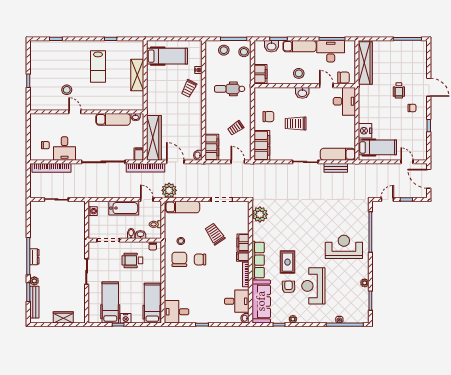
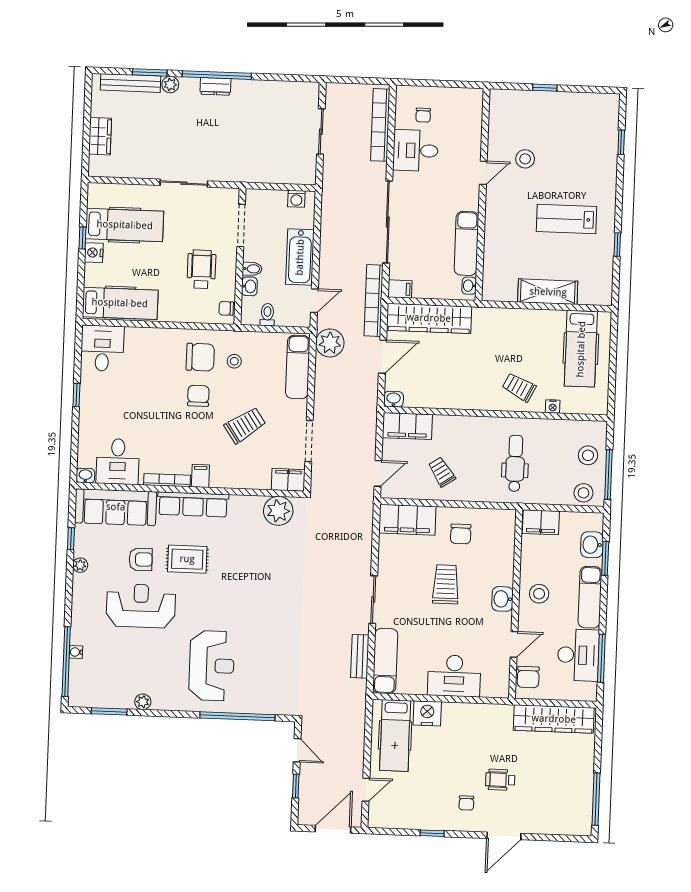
desk: (344, 101) -> (454, 676), moved
filing cabinet: (243, 243) -> (288, 480), moved

